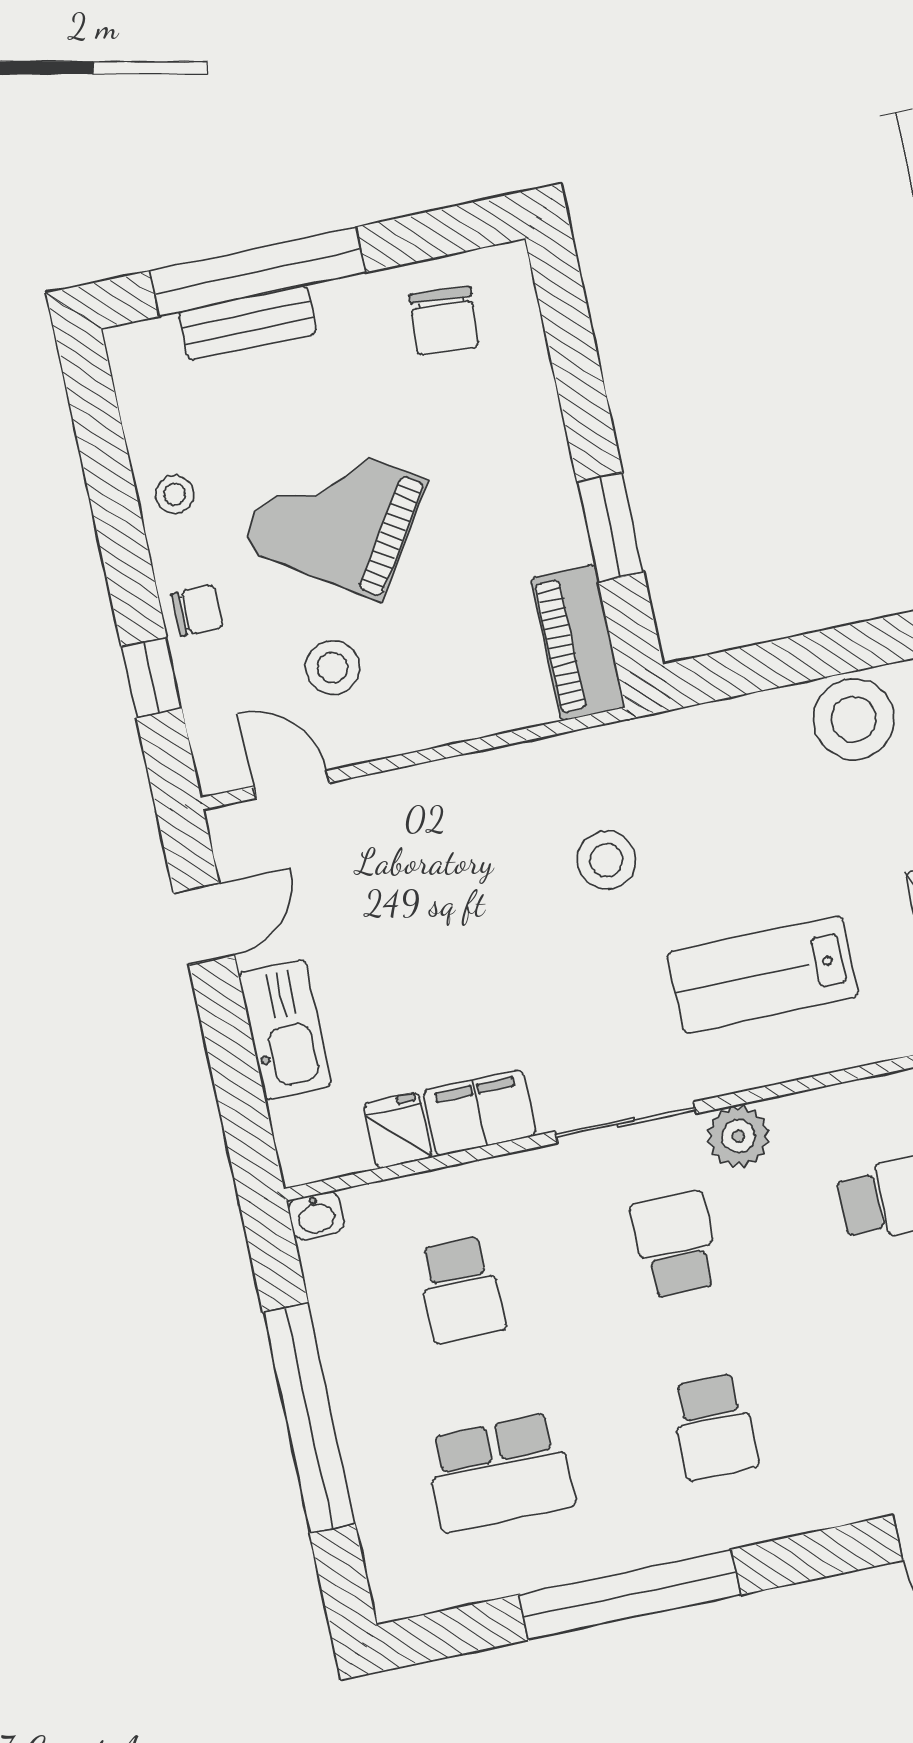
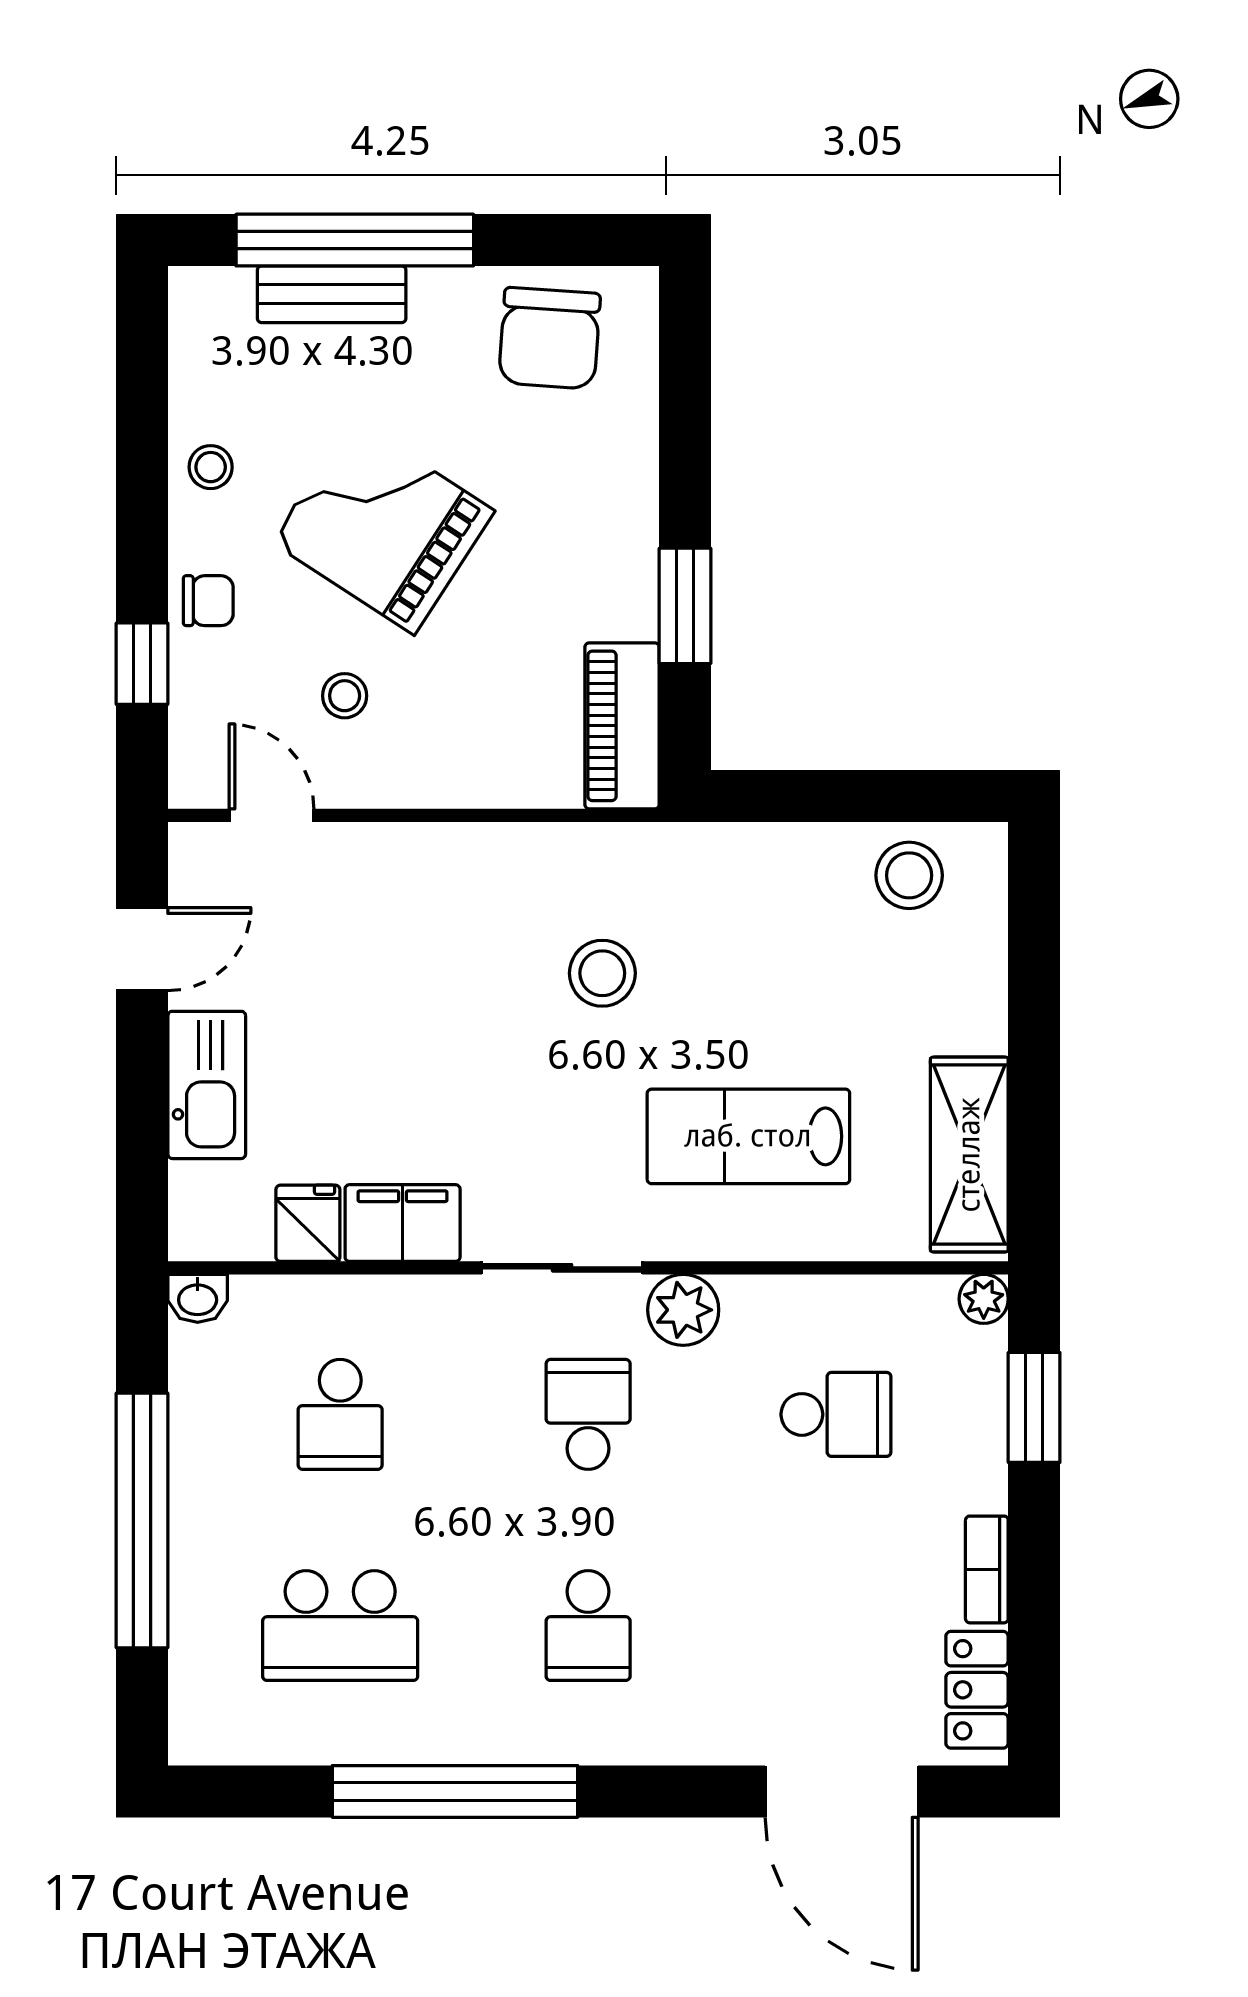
chair: (444, 321) -> (550, 338), width x1.37, depth x1.37
stool: (333, 668) -> (345, 696), width x0.73, depth x0.73
stool: (854, 719) -> (909, 875), width x0.73, depth x0.73

